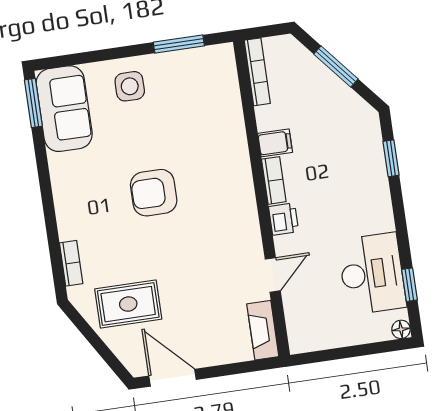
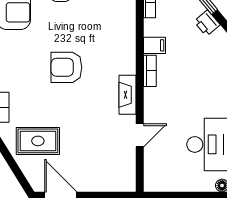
printer: (284, 219) -> (207, 23), moved, turned 140
fireplace: (263, 330) -> (127, 95), moved

